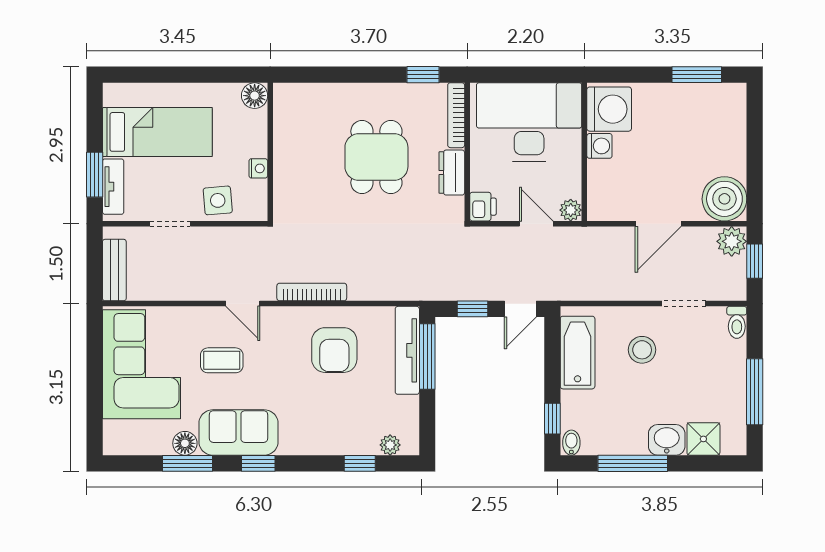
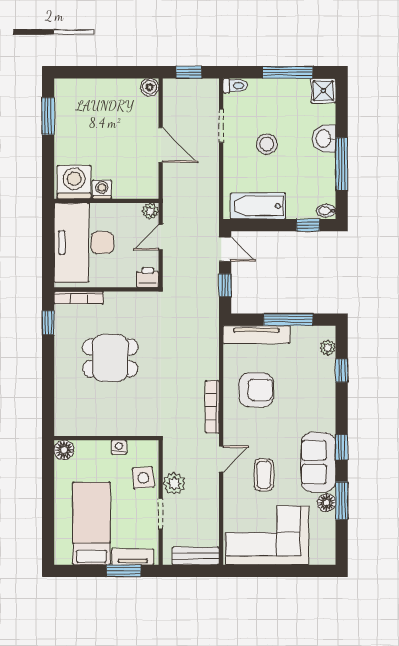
dresser: (452, 173) -> (122, 301), removed
boiler: (724, 199) -> (150, 87), width x0.54, depth x0.54
plant: (732, 241) -> (174, 483), moved
stool: (642, 350) -> (267, 144), moved
window: (427, 356) -> (288, 320), moved
shower: (703, 439) -> (323, 91), moved

